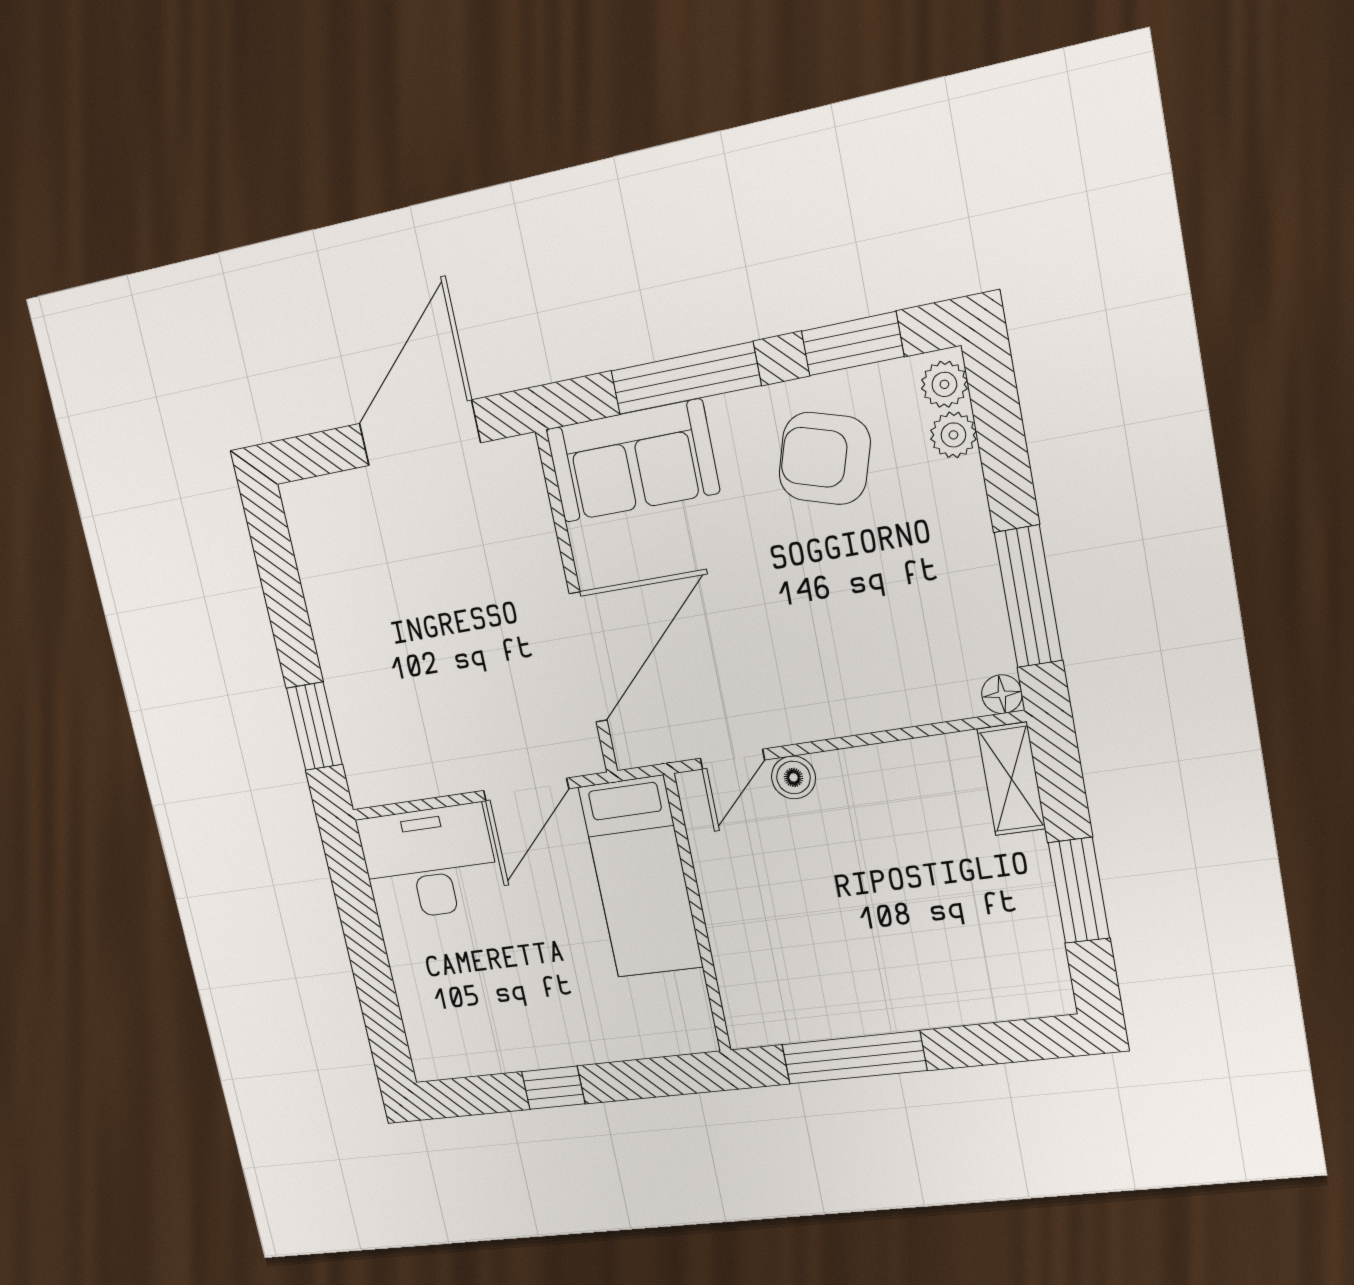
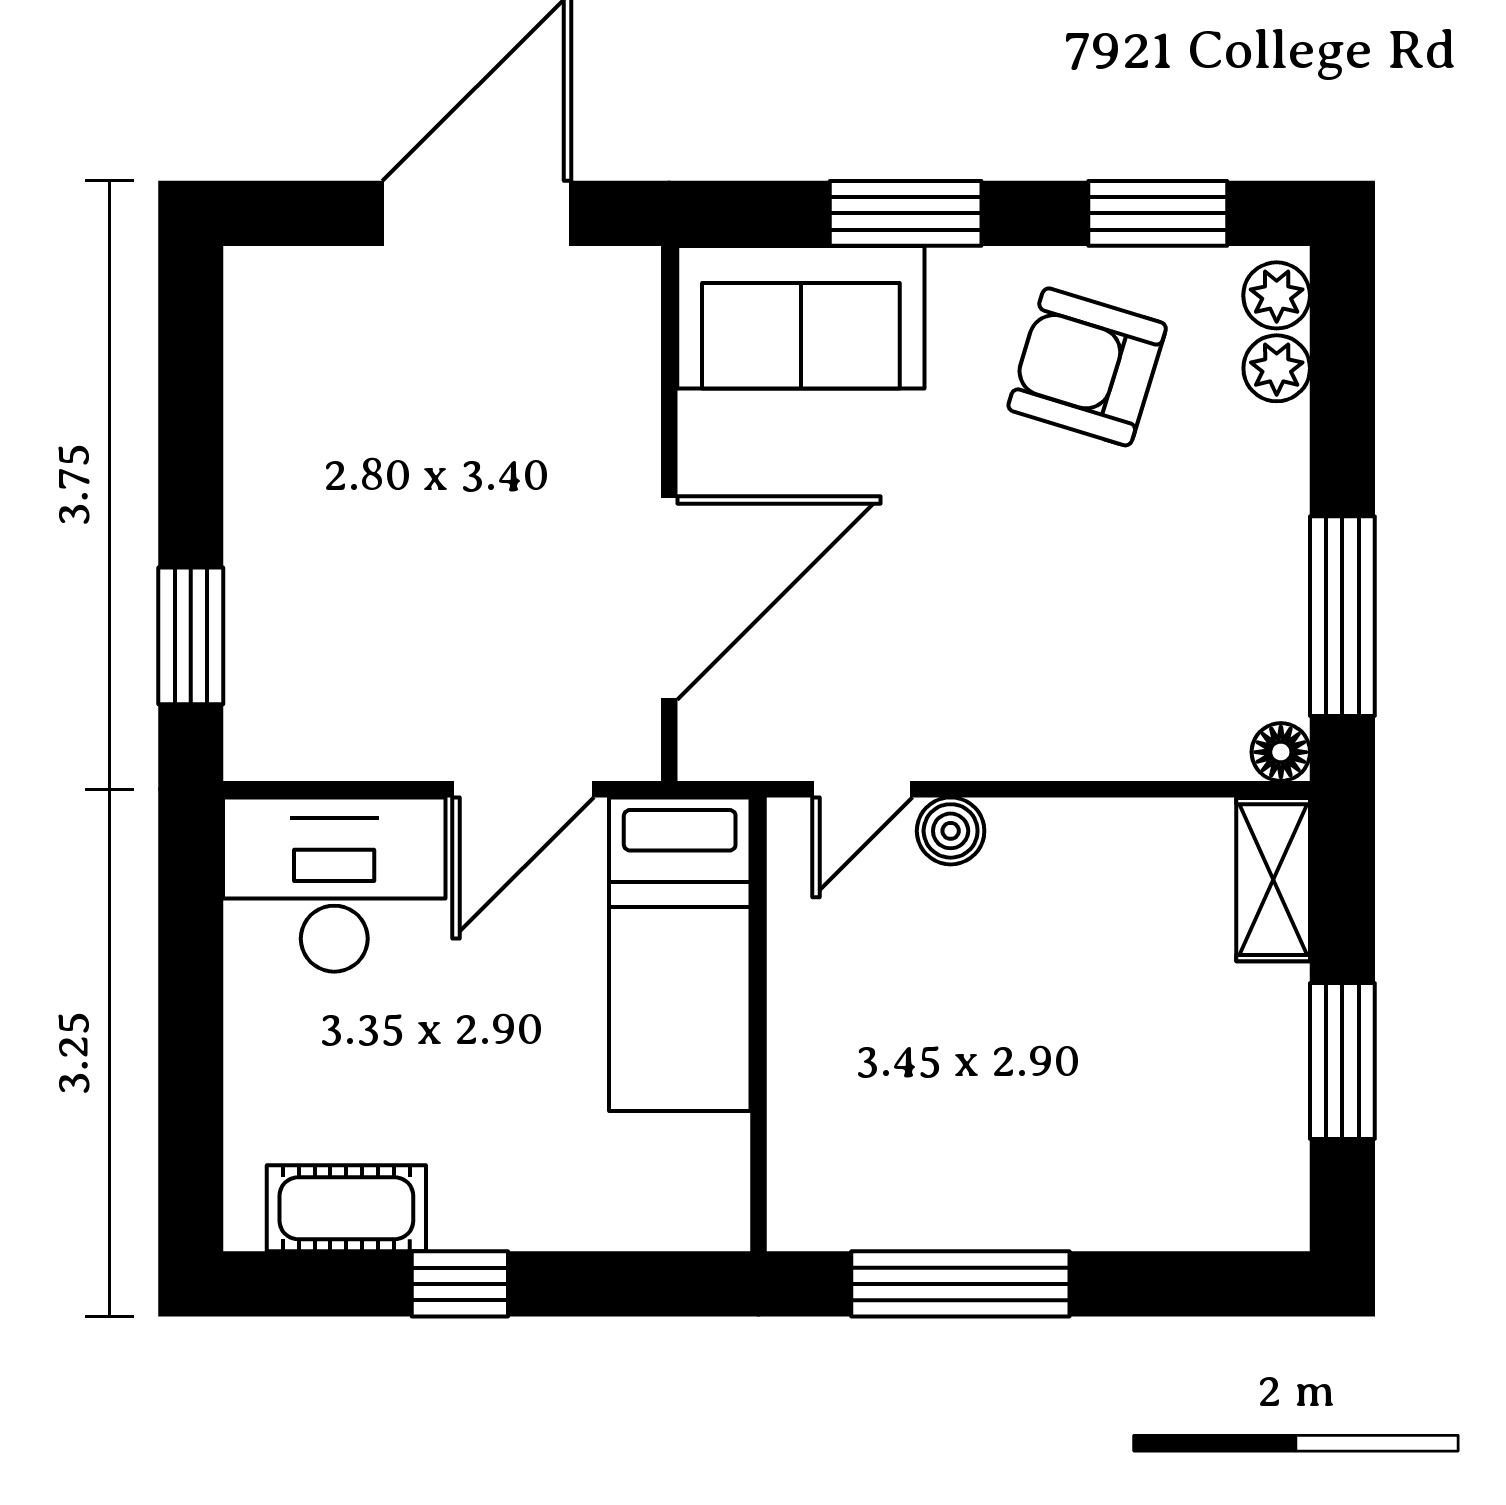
window: (686, 378) -> (906, 213), width x0.69
cot: (479, 1051) -> (346, 1208), added

